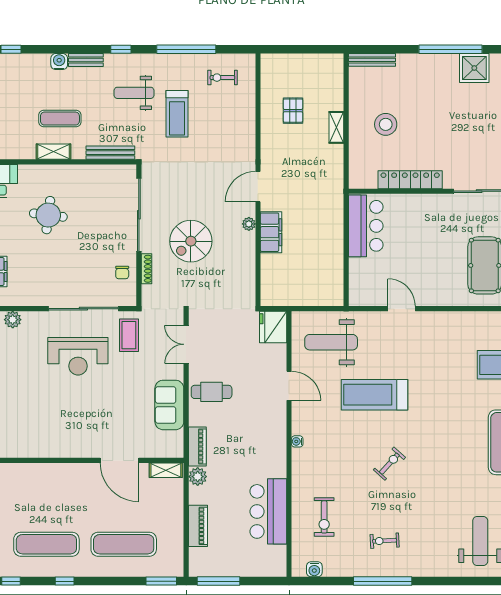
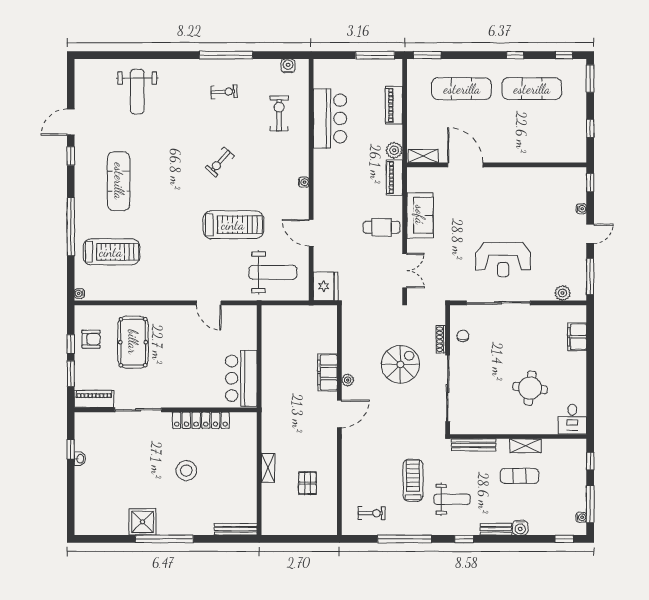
stool: (386, 124) -> (186, 471), moved
coffee table: (129, 335) -> (457, 279), removed
reception desk: (78, 356) -> (503, 260), turned 180

